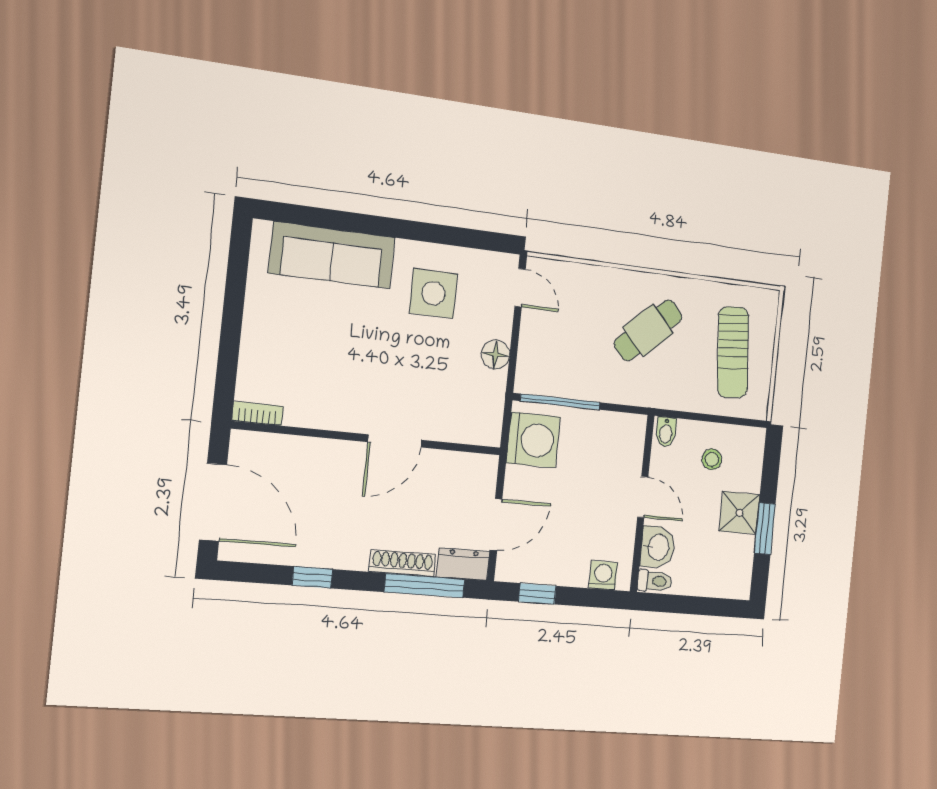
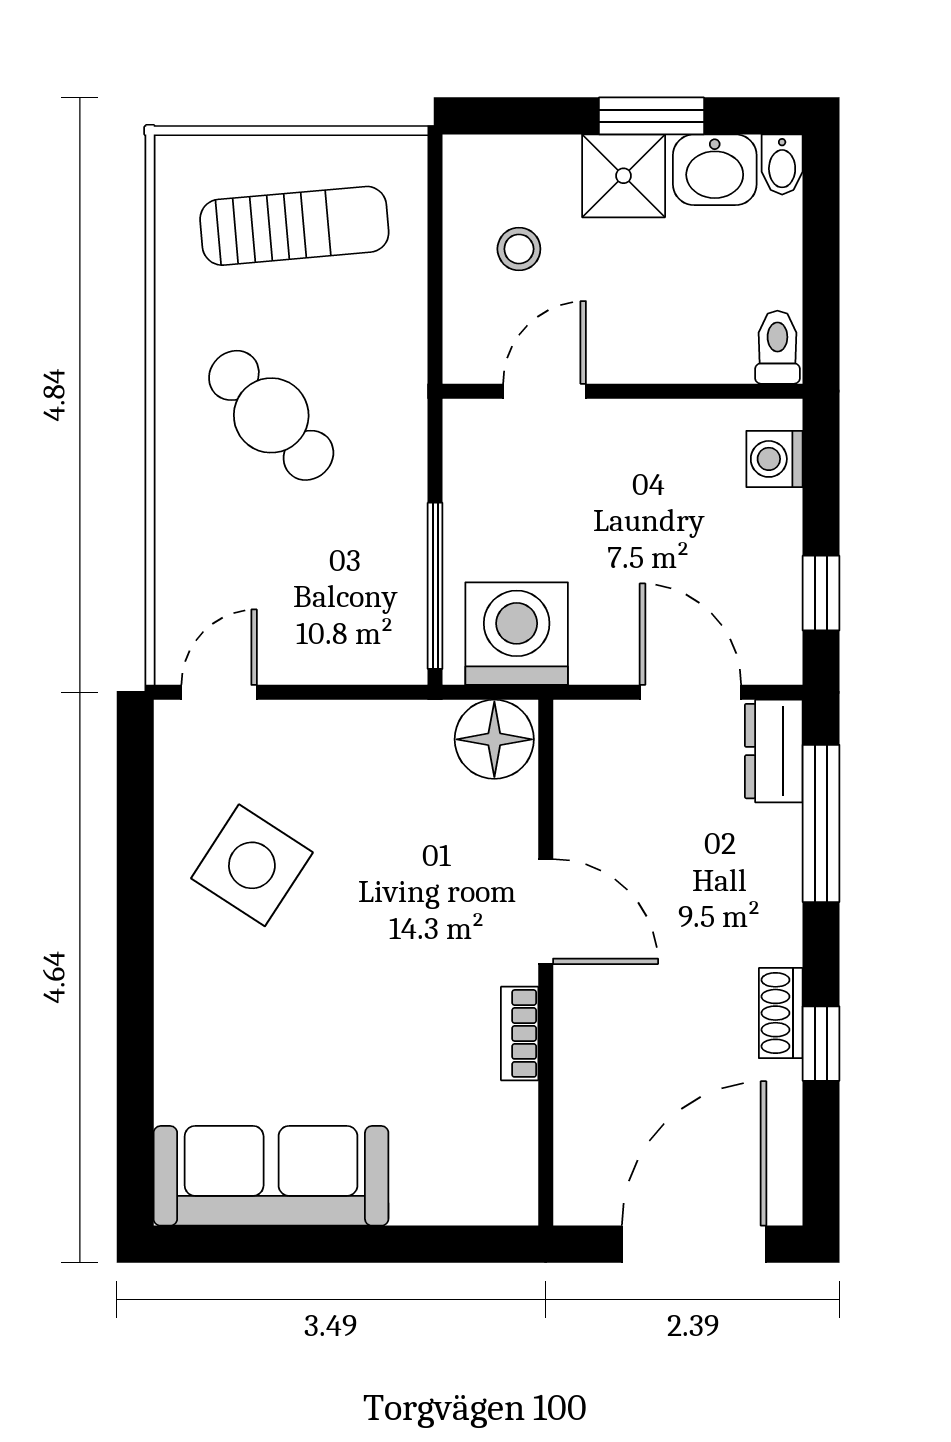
sofa: (332, 255) -> (271, 1176), moved, turned -90
side table: (433, 293) -> (252, 865), turned 33
floor lamp: (495, 354) -> (494, 739), moved, width x1.38, depth x1.38
bookcase: (258, 413) -> (520, 1033), moved
bidet: (666, 432) -> (782, 164), moved, turned 90
door: (643, 497) -> (545, 391), moved
washbasin: (658, 547) -> (715, 170), moved, turned 180
shoe rack: (402, 563) -> (781, 1013), moved, width x0.70

